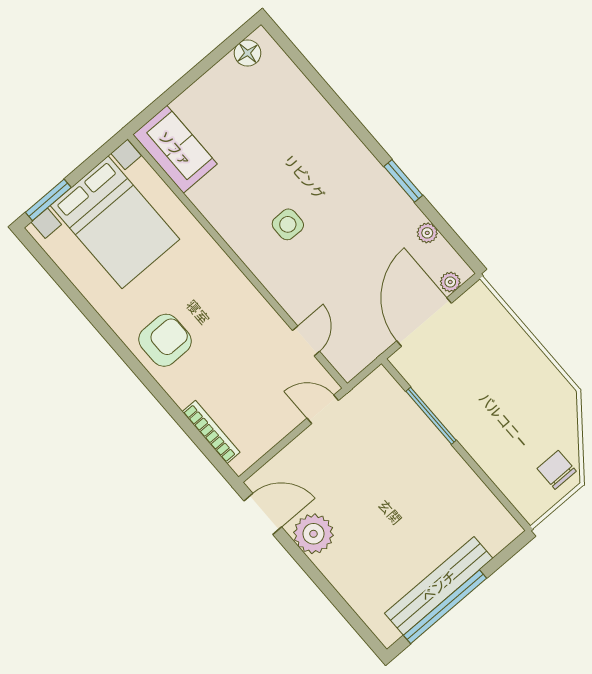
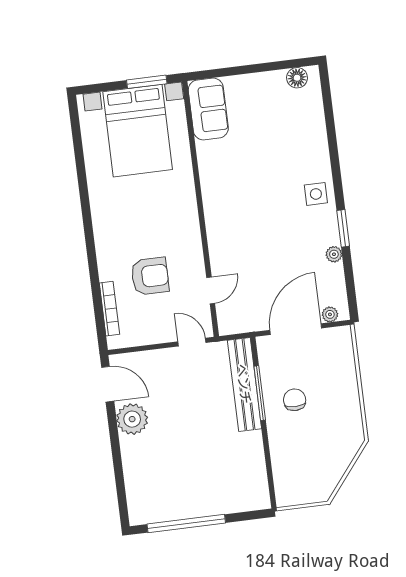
window: (48, 200) -> (147, 82), moved
side table: (288, 224) -> (316, 194), moved
plant: (427, 233) -> (334, 254), moved
armchair: (165, 340) -> (150, 276), moved
chair: (557, 470) -> (295, 400), moved
bench: (439, 586) -> (244, 384), moved, turned 90

